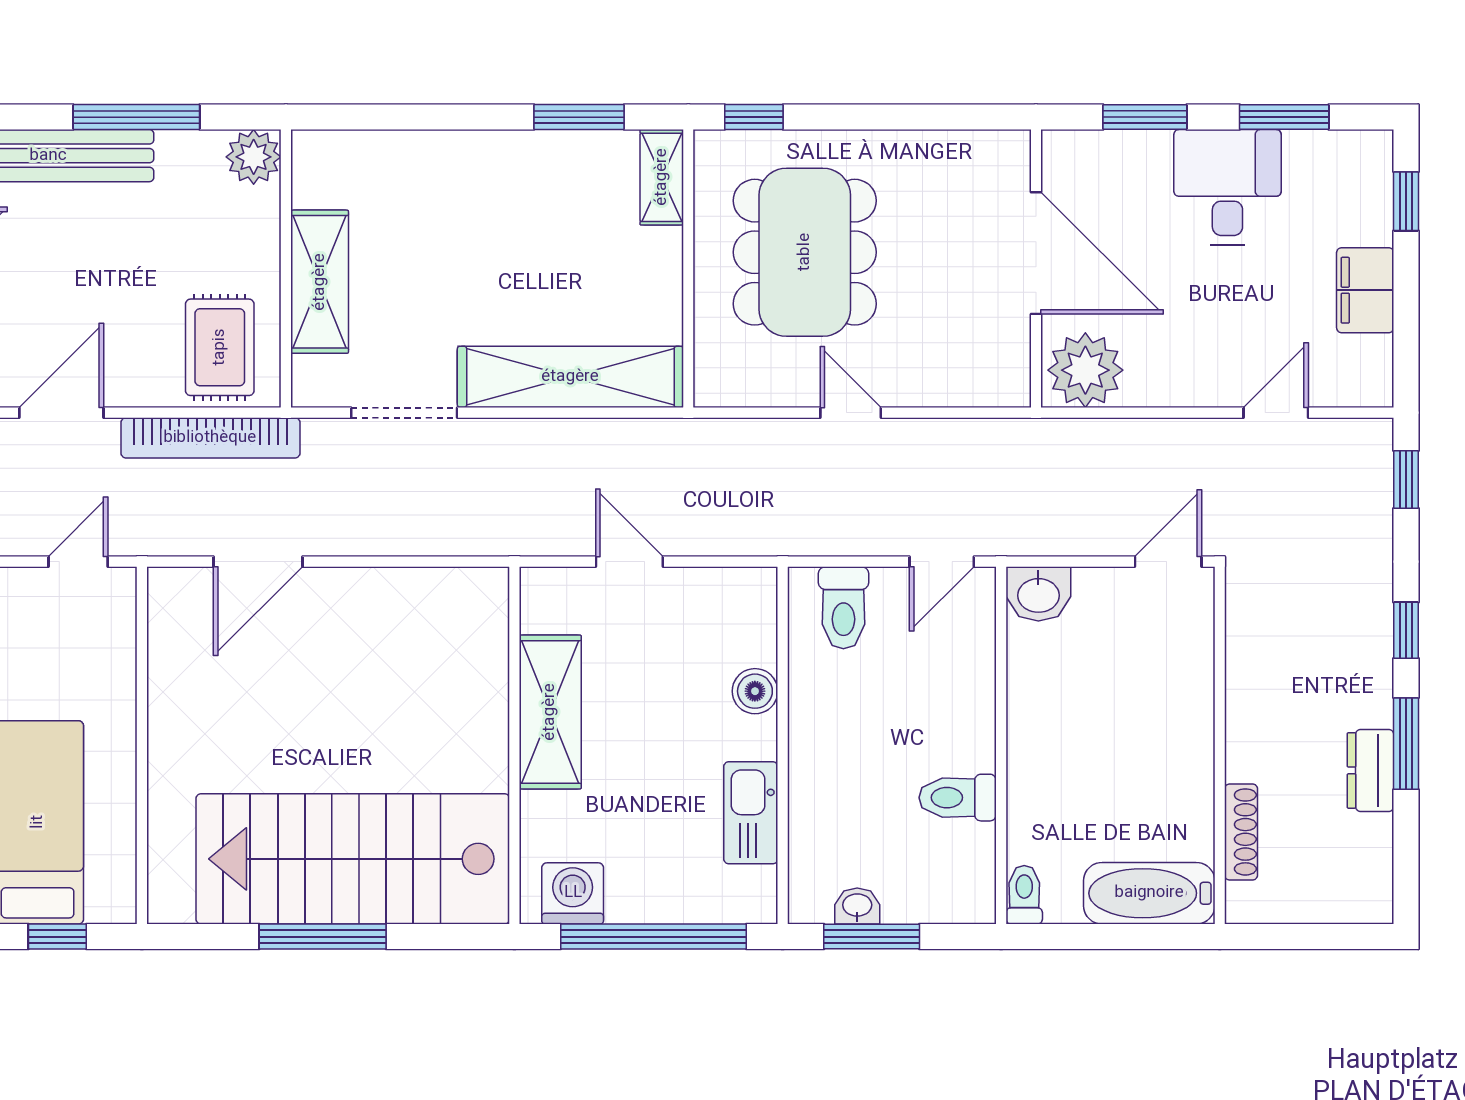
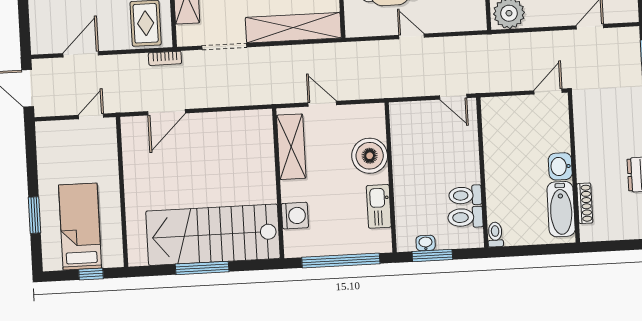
bookcase: (210, 438) -> (165, 58), width x0.43, depth x0.76
door: (942, 562) -> (453, 97), hinge flipped
washbasin: (1038, 594) -> (560, 166), moved, turned 90
toilet: (843, 608) -> (465, 217), moved, turned 90
boiler: (755, 691) -> (370, 156), width x1.86, depth x1.86
shelving: (550, 712) -> (291, 147), moved
washing machine: (573, 893) -> (295, 216), moved, turned 90
bathtub: (1149, 893) -> (561, 209), moved, turned -90

